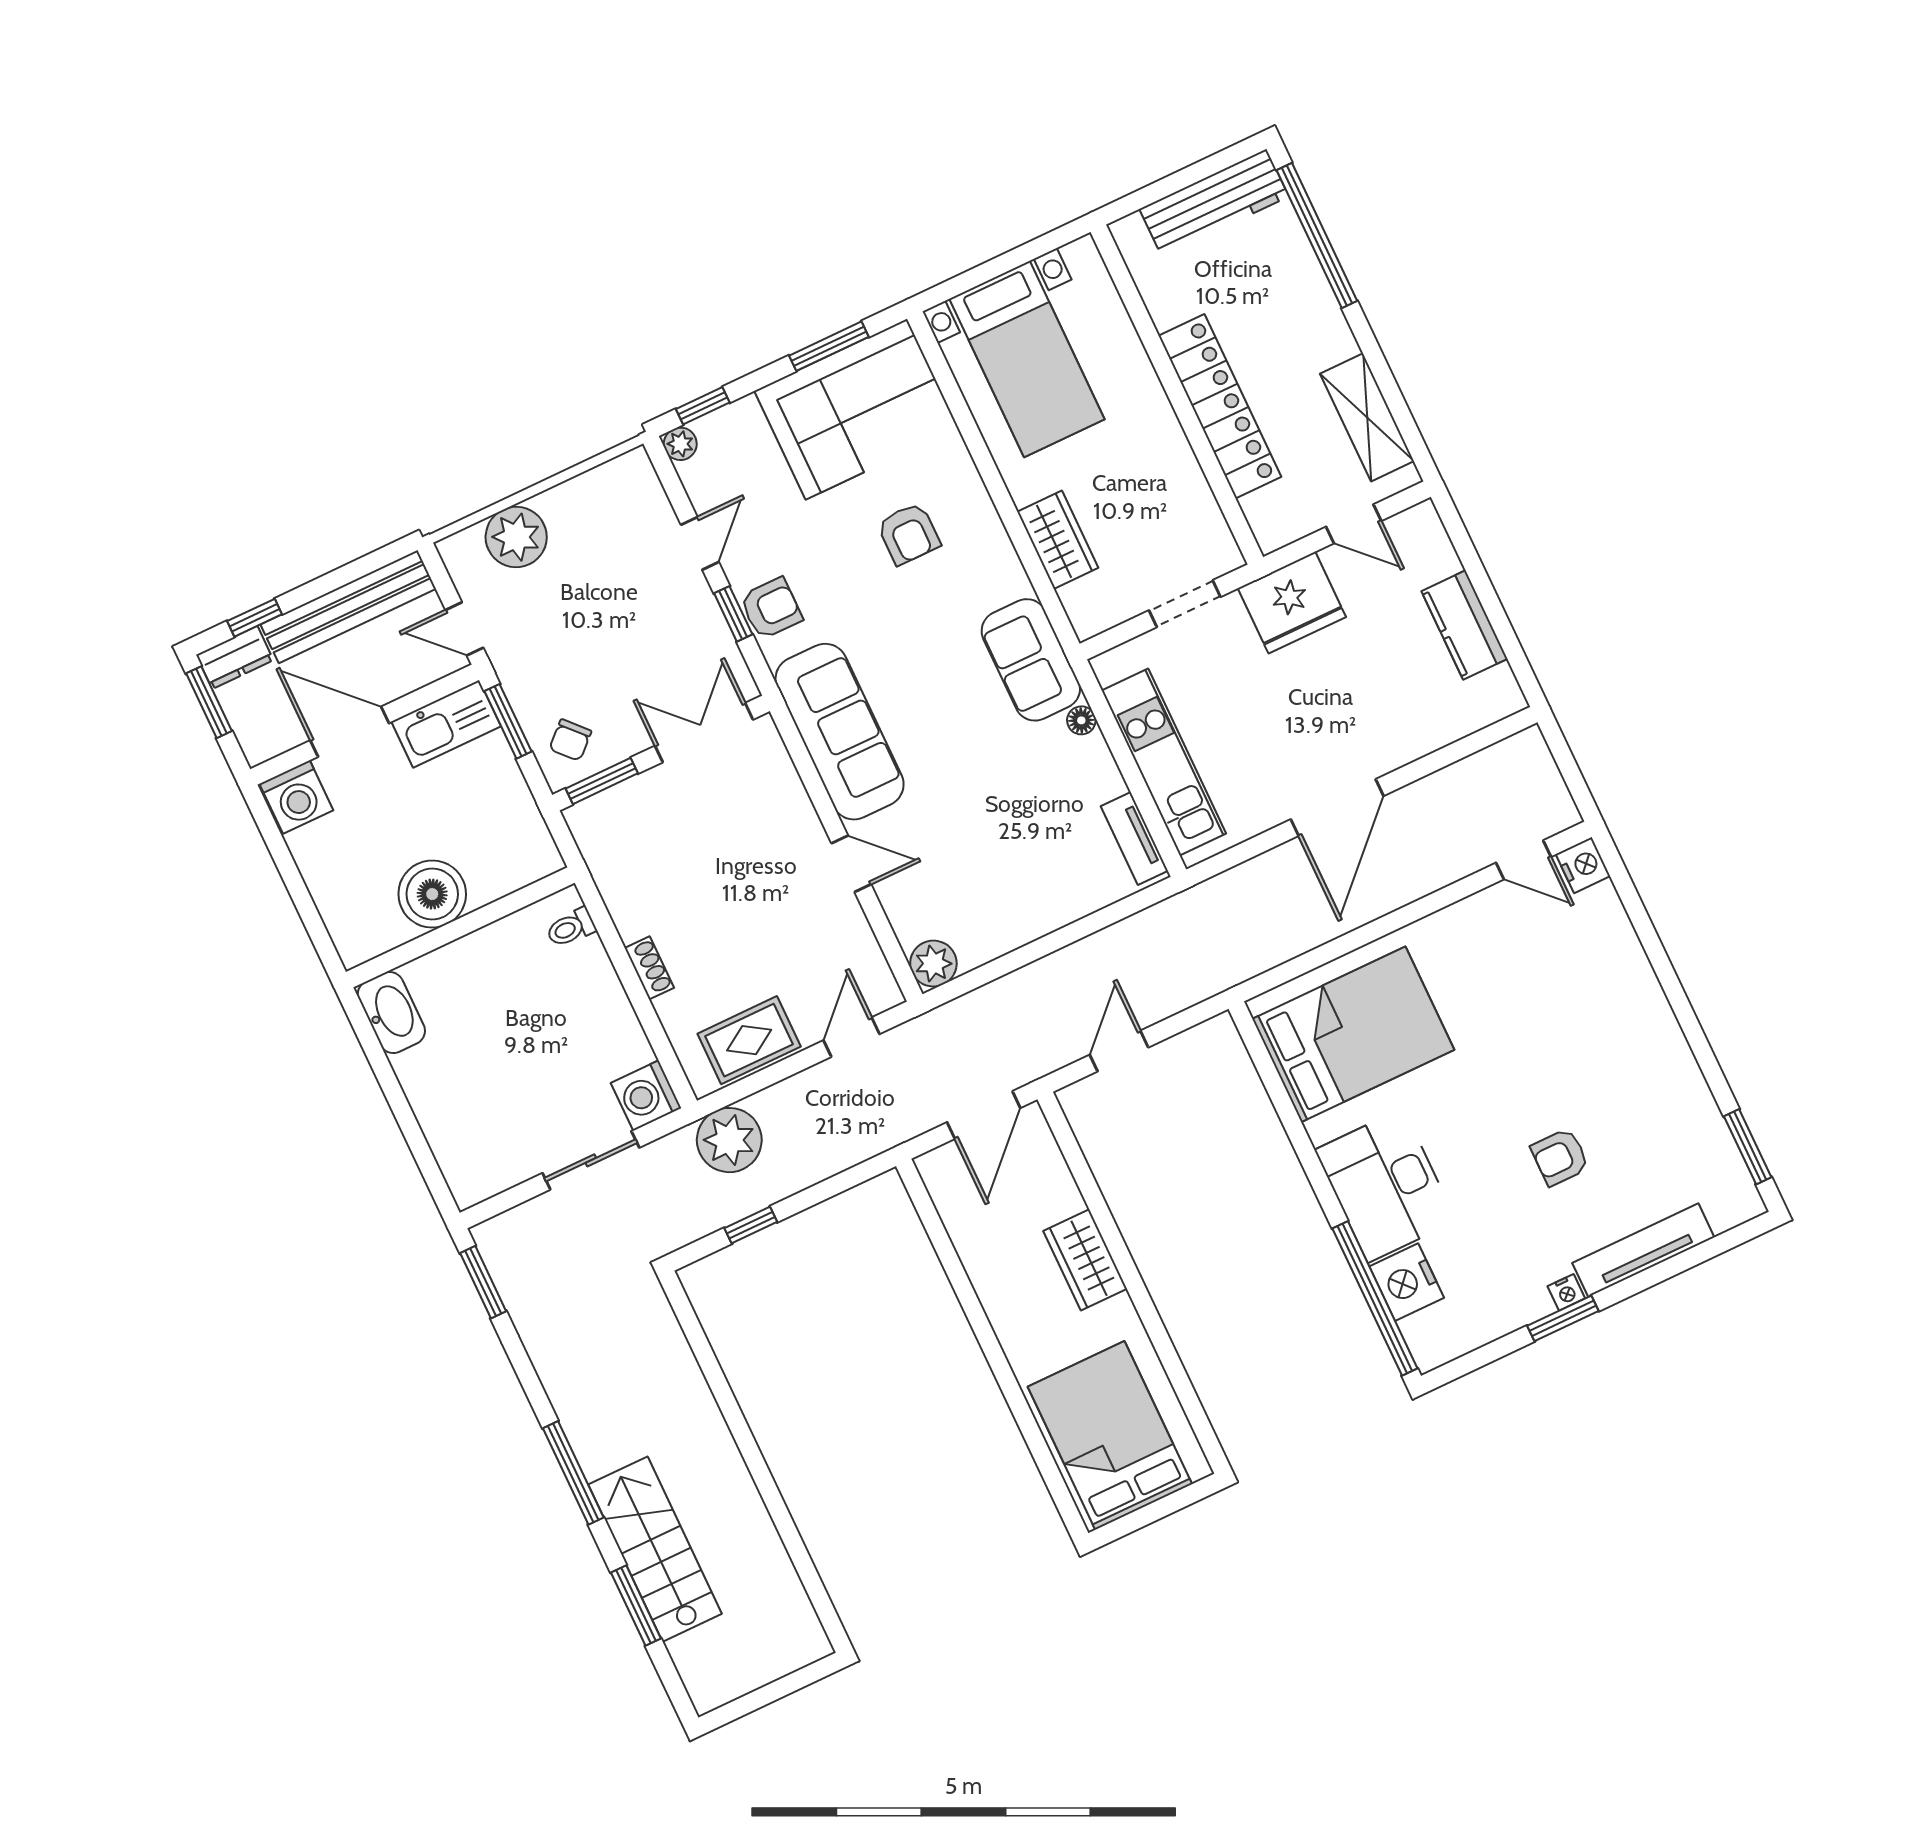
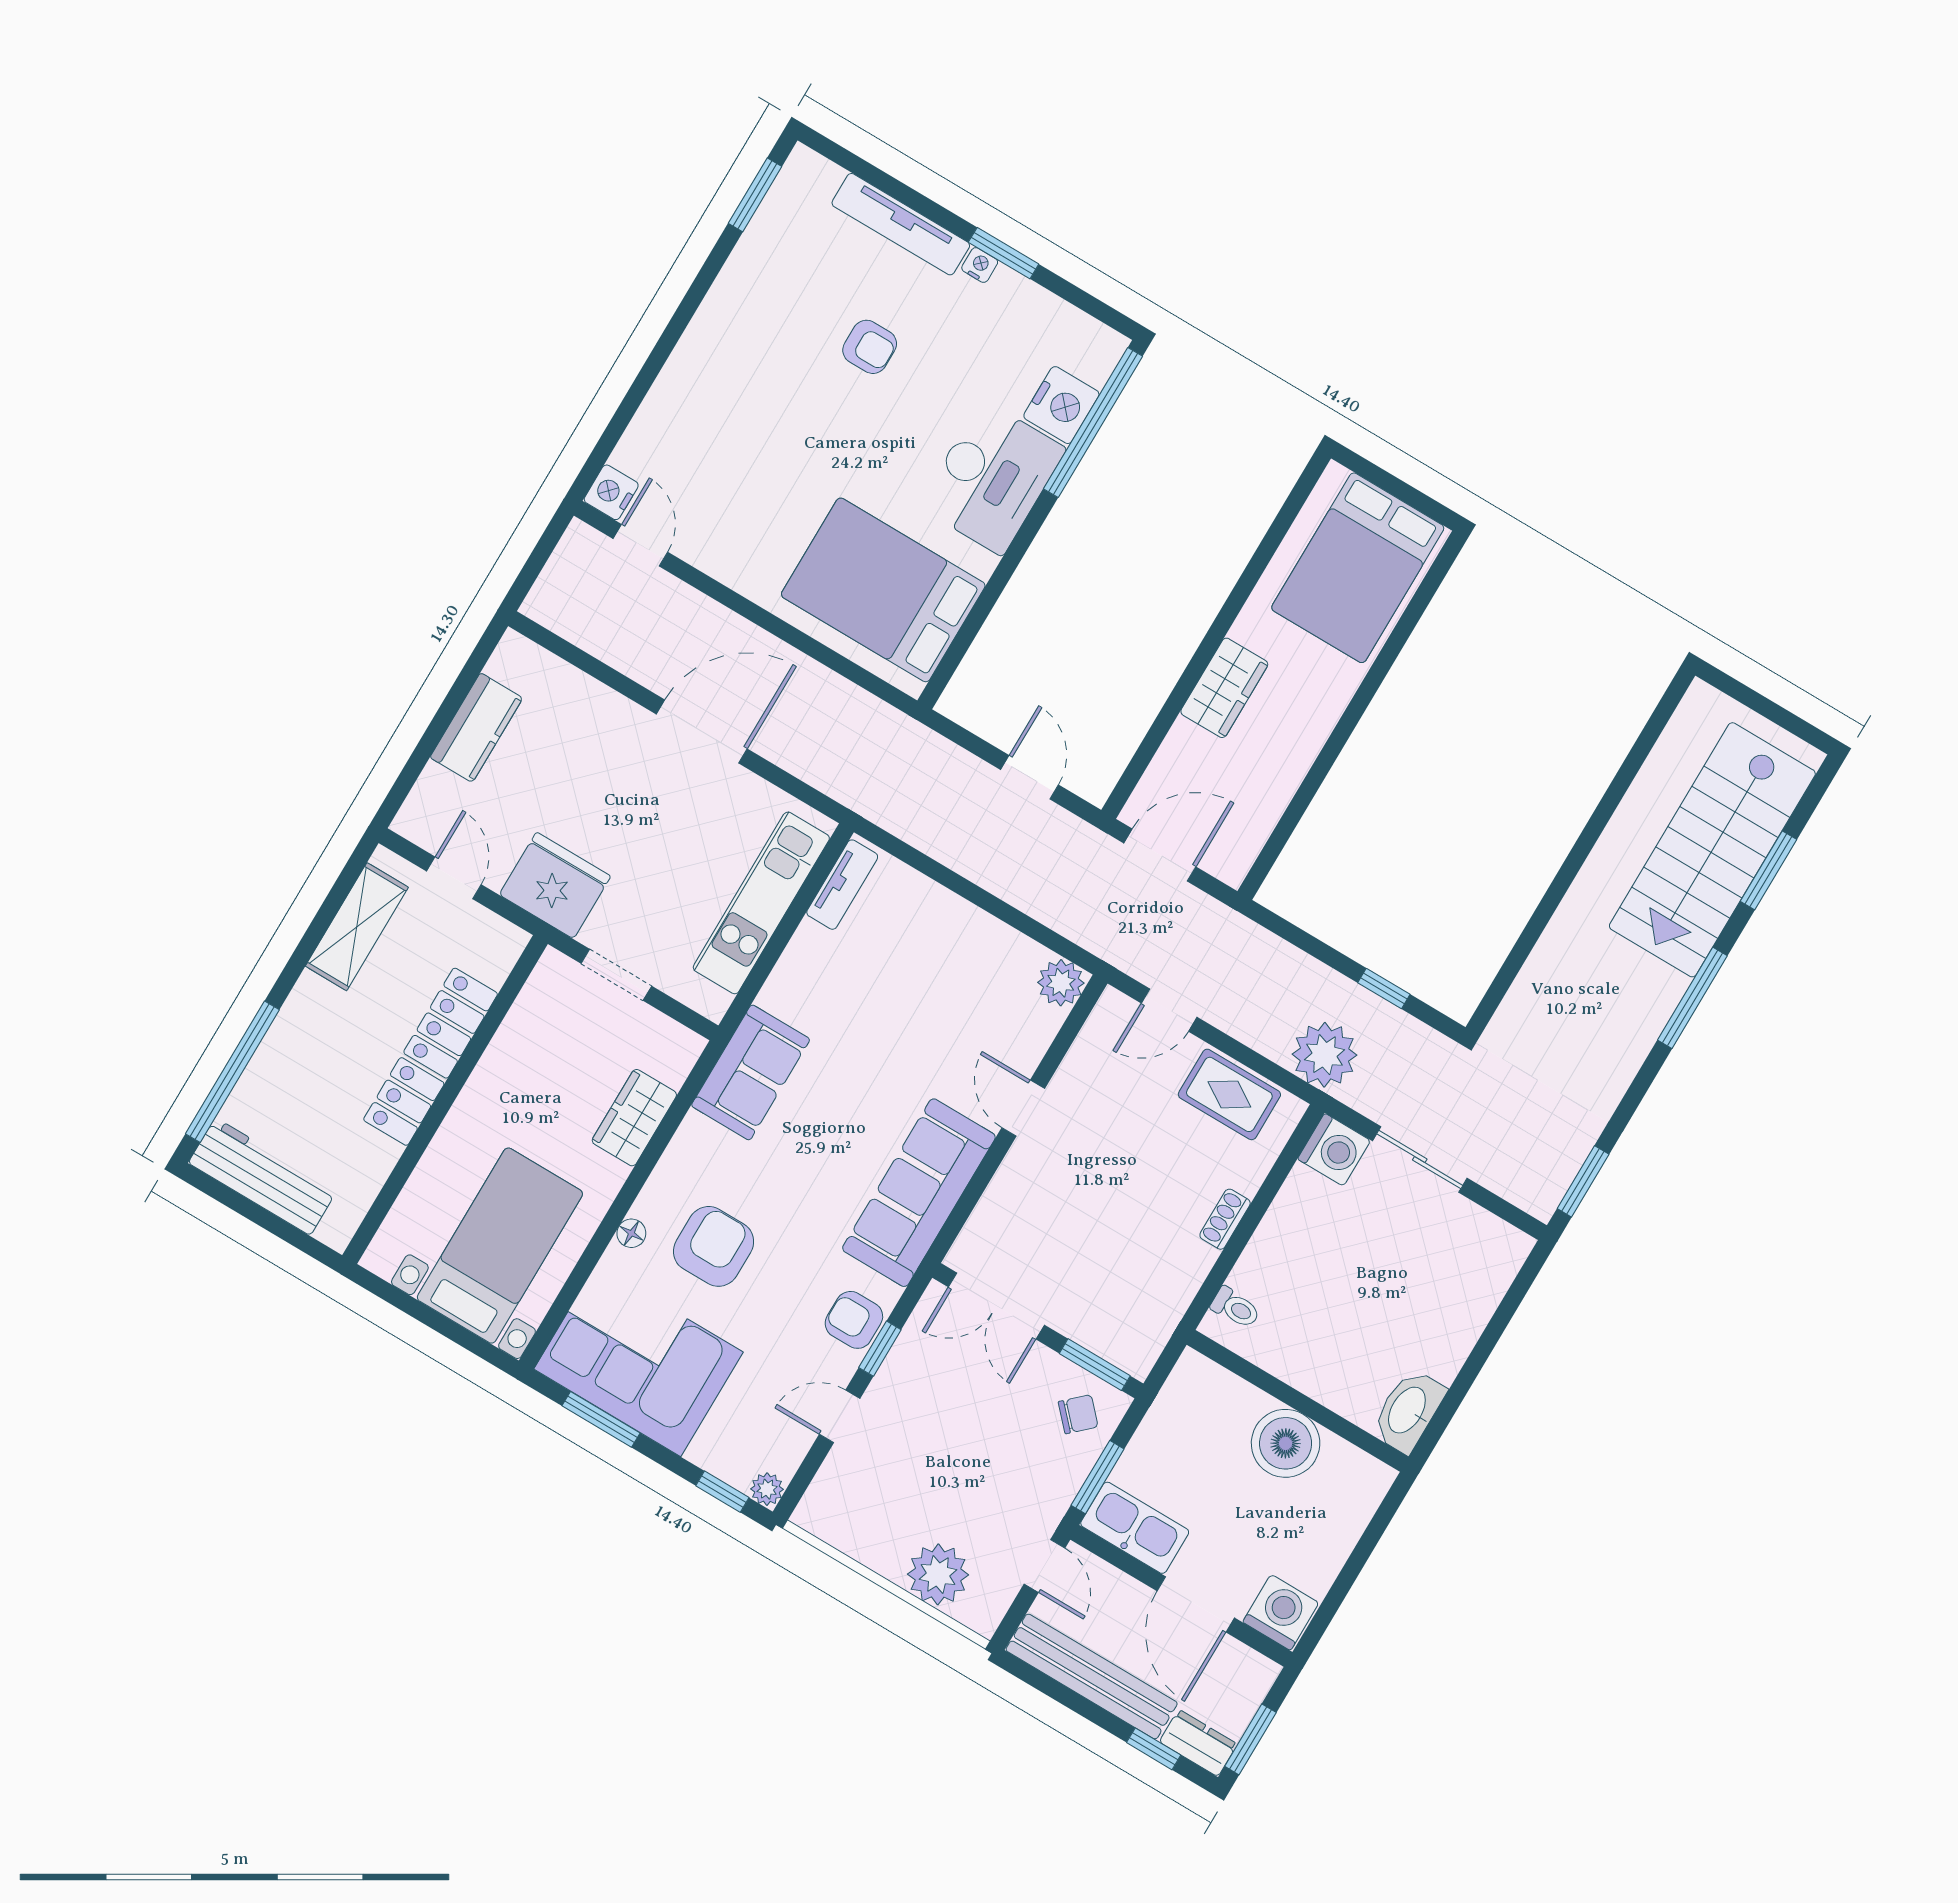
armchair: (909, 534) -> (714, 1246), width x1.38, depth x1.38
floor lamp: (1081, 720) -> (631, 1233), moved
door: (1119, 1051) -> (1030, 777), swing flipped
stairs: (655, 1549) -> (1712, 850), width x1.36, depth x1.51

